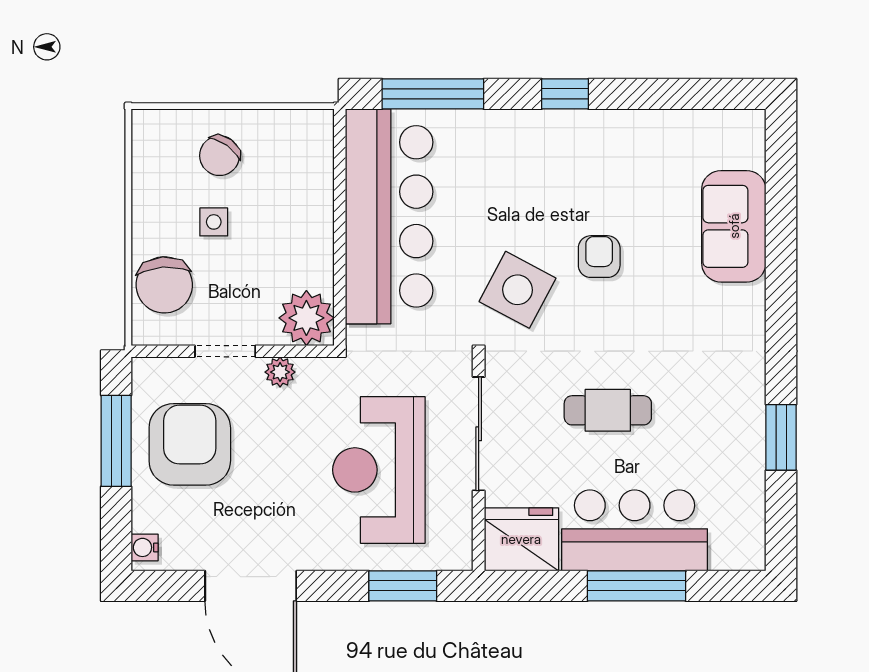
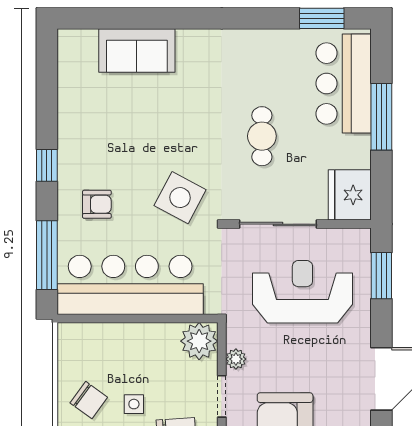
armchair: (599, 257) -> (97, 204), moved, turned 180
window: (781, 437) -> (322, 18), moved
reception desk: (379, 470) -> (302, 292), turned 180
bar counter: (635, 530) -> (344, 83), moved

